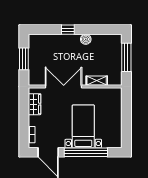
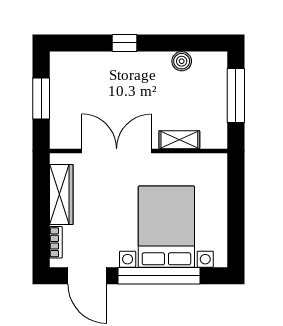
boiler: (86, 39) -> (182, 61), moved
wardrobe: (34, 104) -> (61, 194), width x1.50
bed with nightstands: (83, 126) -> (166, 227), width x1.36

